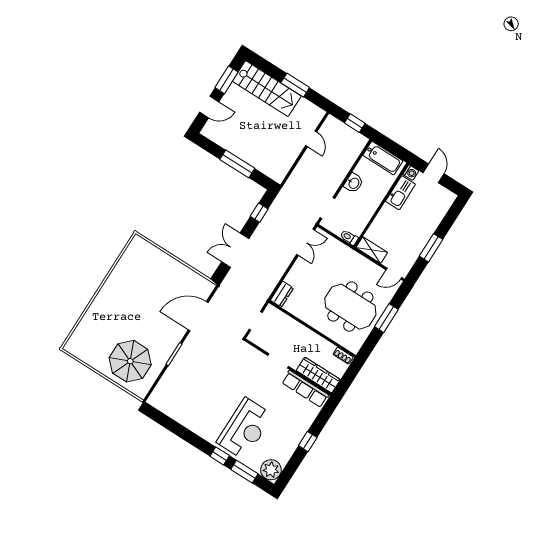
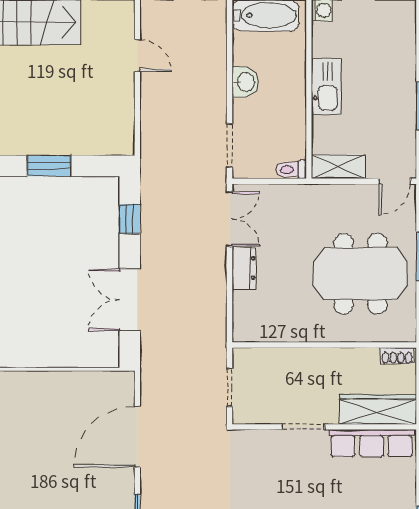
window: (237, 164) -> (49, 166), width x0.69
kitchen sink: (400, 193) -> (326, 87), moved
dresser: (282, 294) -> (244, 268), moved

